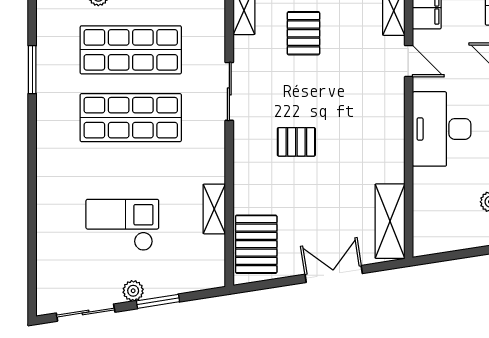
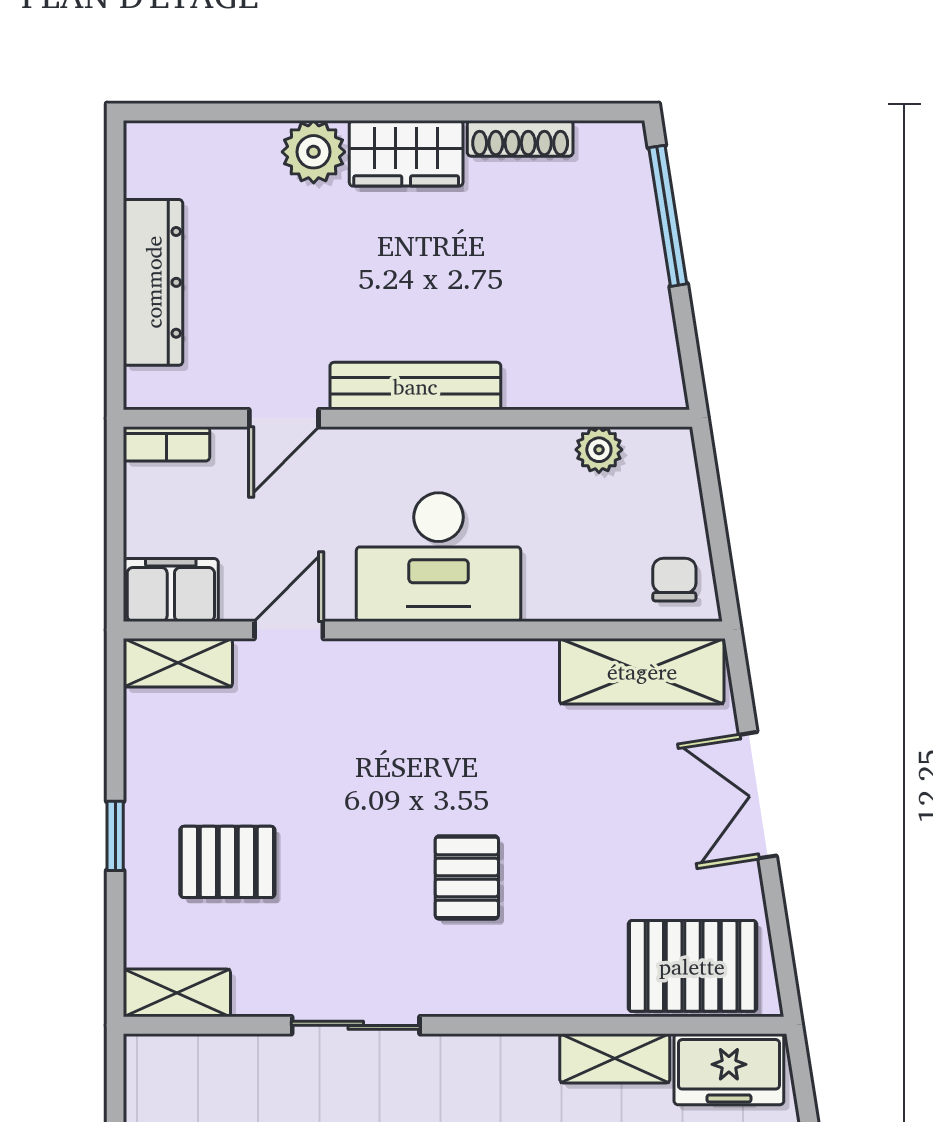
chair: (432, 236) -> (674, 580), added
freezer: (209, 261) -> (729, 1069), added

